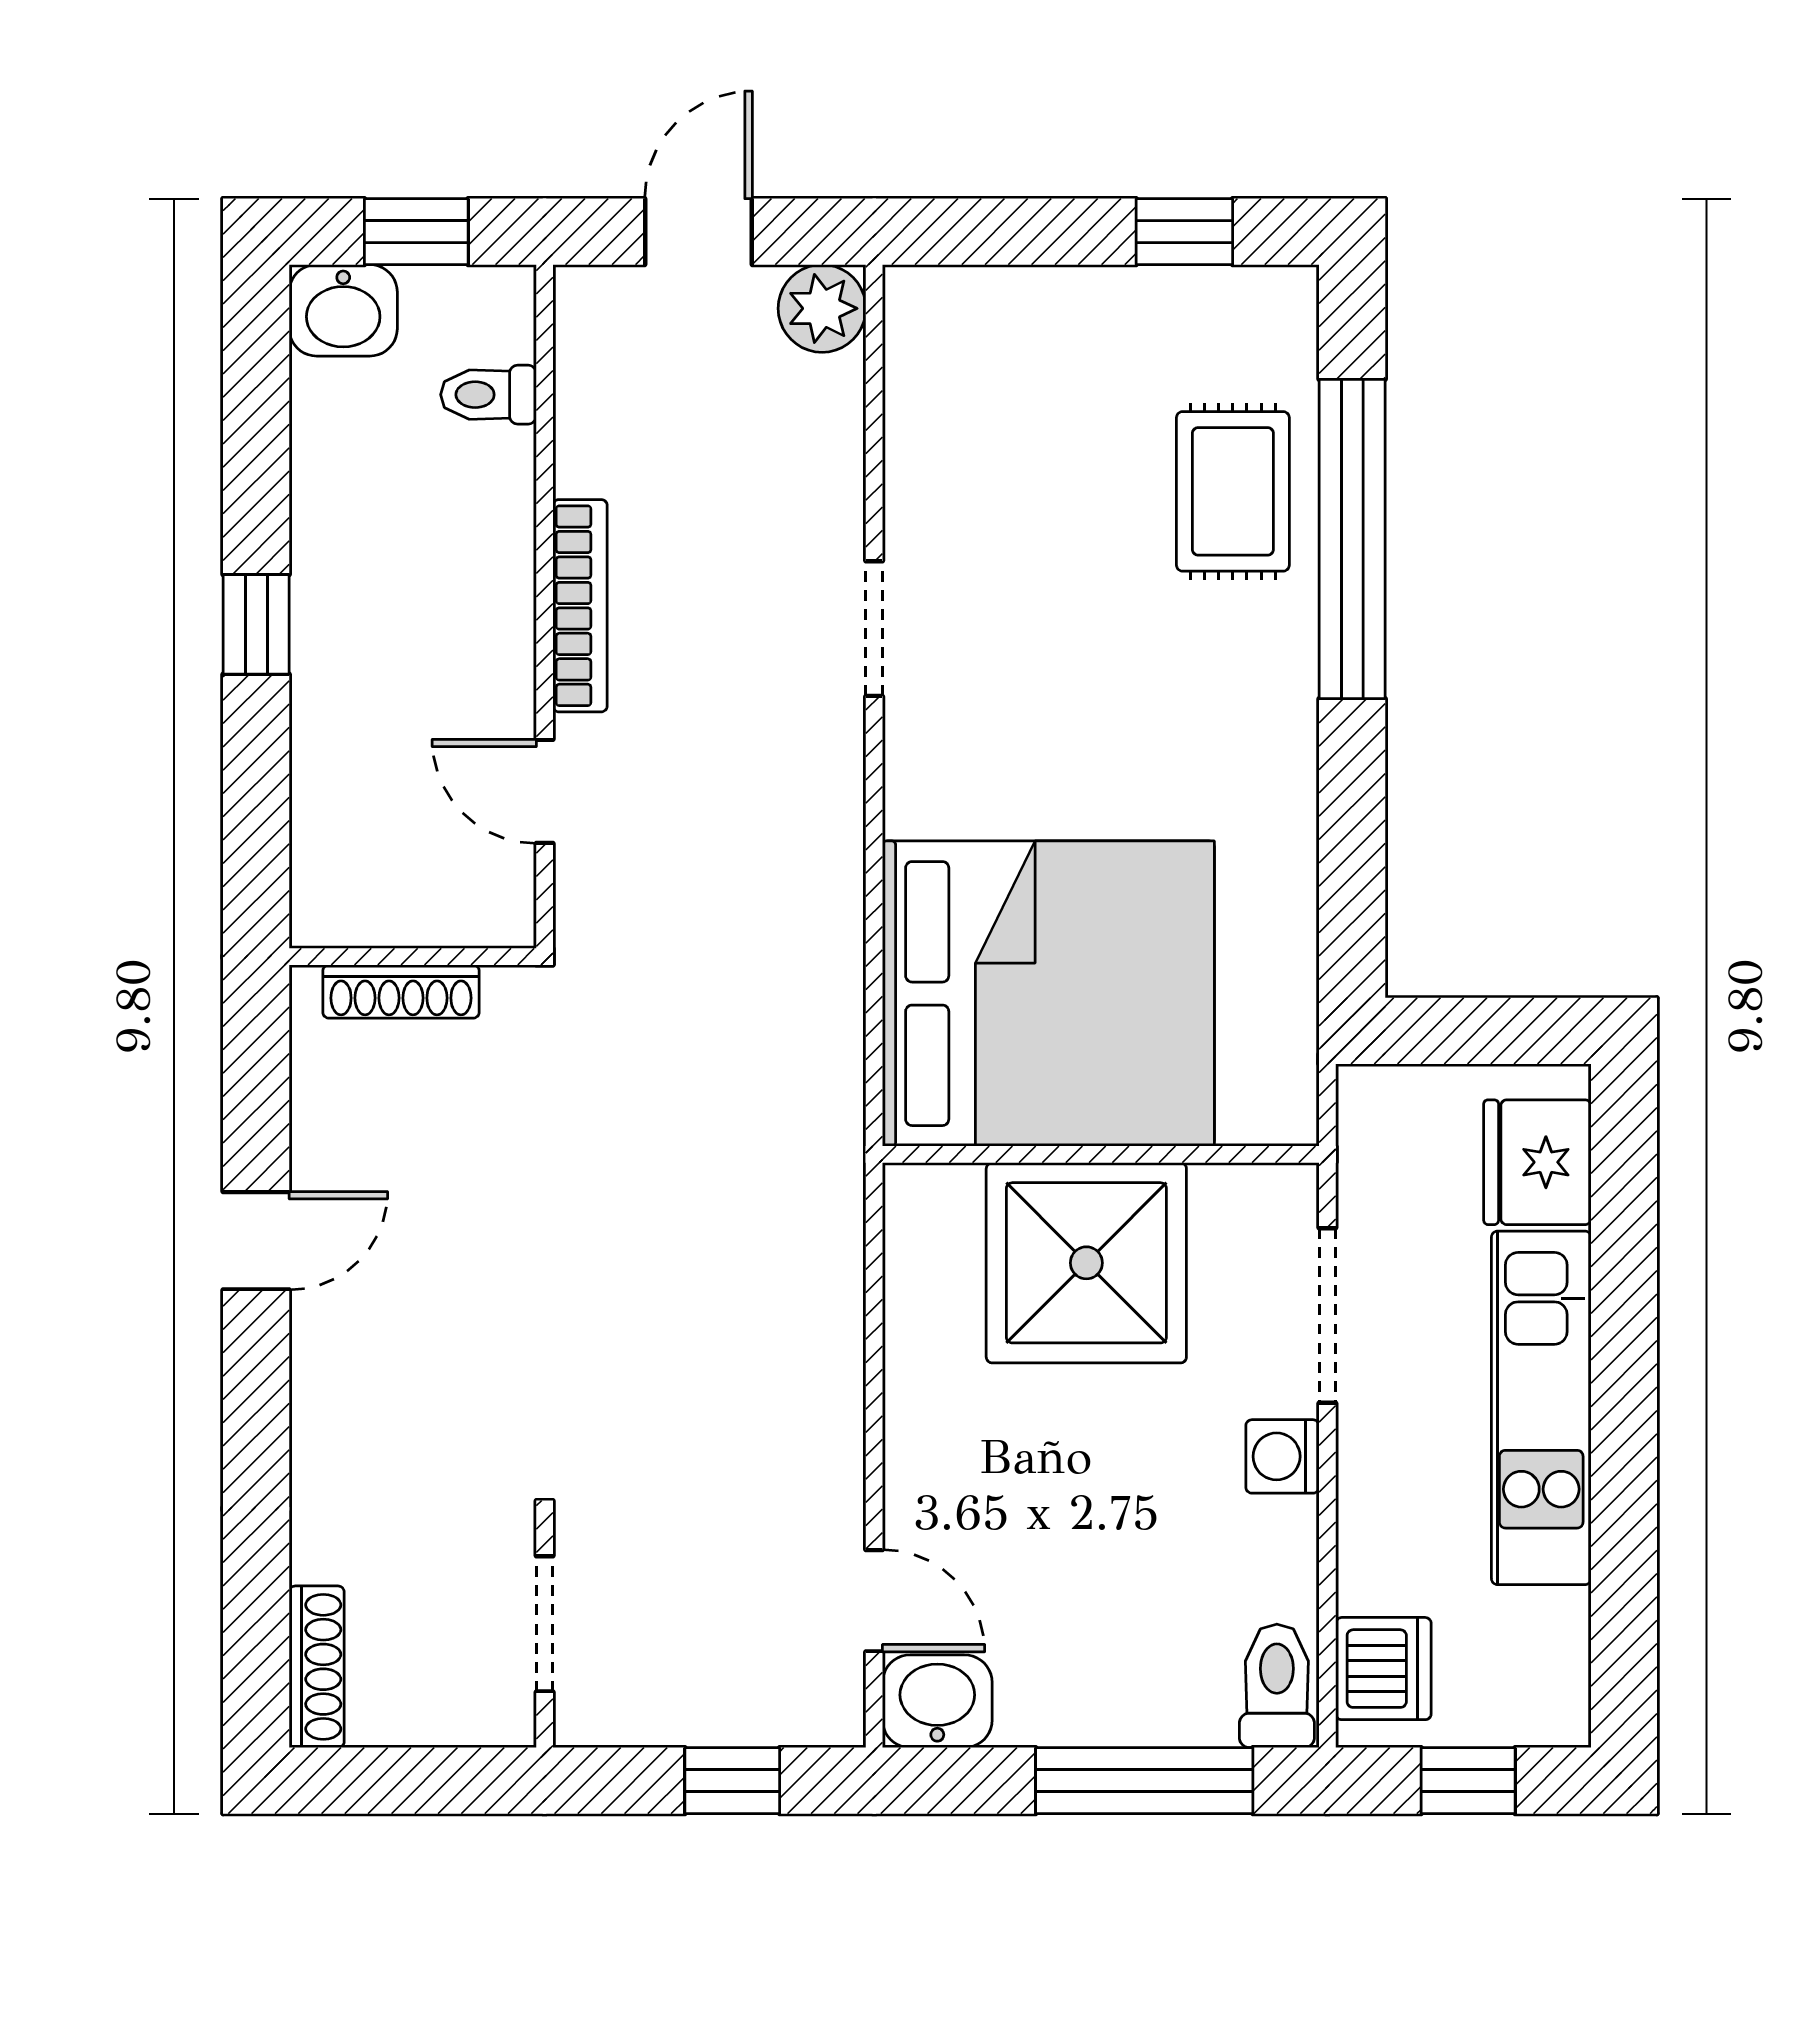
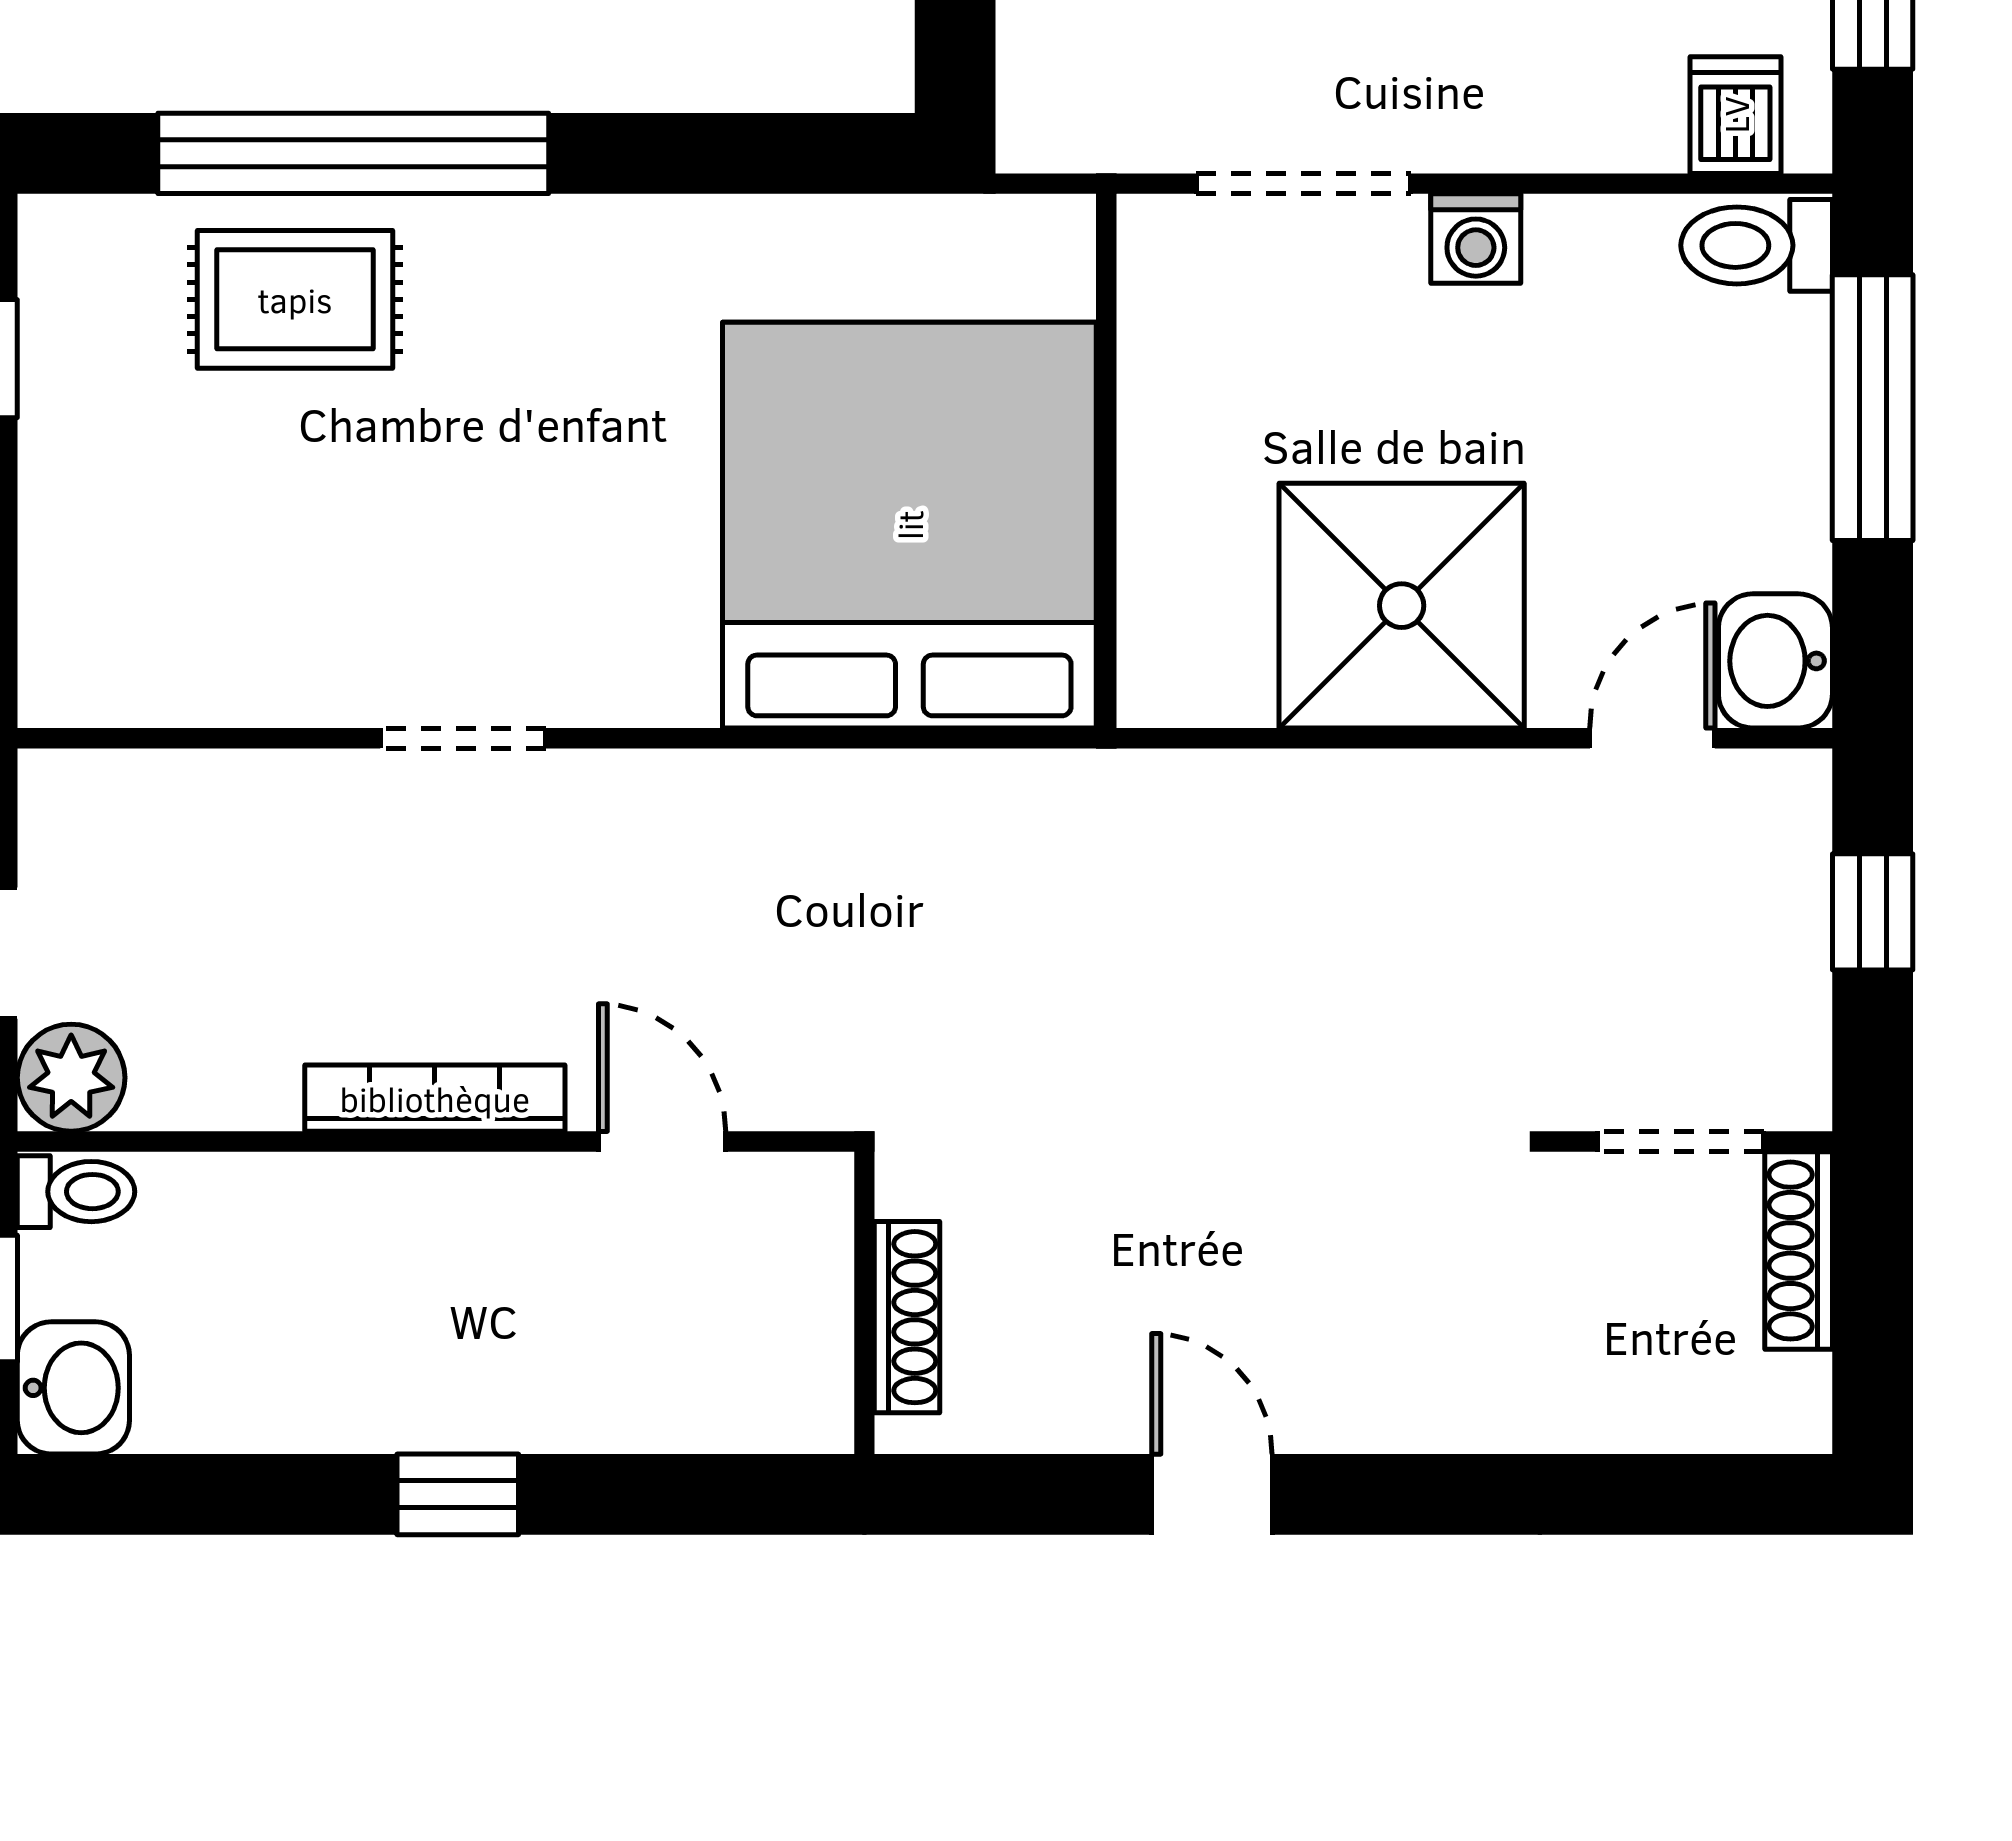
plant: (822, 308) -> (71, 1078), moved
toilet: (488, 395) -> (76, 1192), moved, turned -90
door: (545, 791) -> (662, 1141), swing flipped
shower: (1086, 1263) -> (1402, 606), moved
shoe rack: (317, 1667) -> (1799, 1251), moved, turned -90
dishwasher: (1383, 1669) -> (1735, 115), width x0.73

